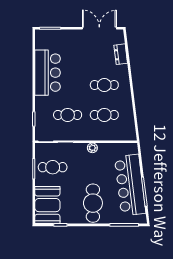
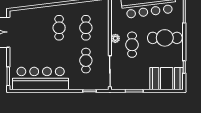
dresser: (121, 54) -> (32, 13), removed
bar counter: (48, 73) -> (41, 79), width x1.36
cafe table: (53, 167) -> (132, 45), moved

